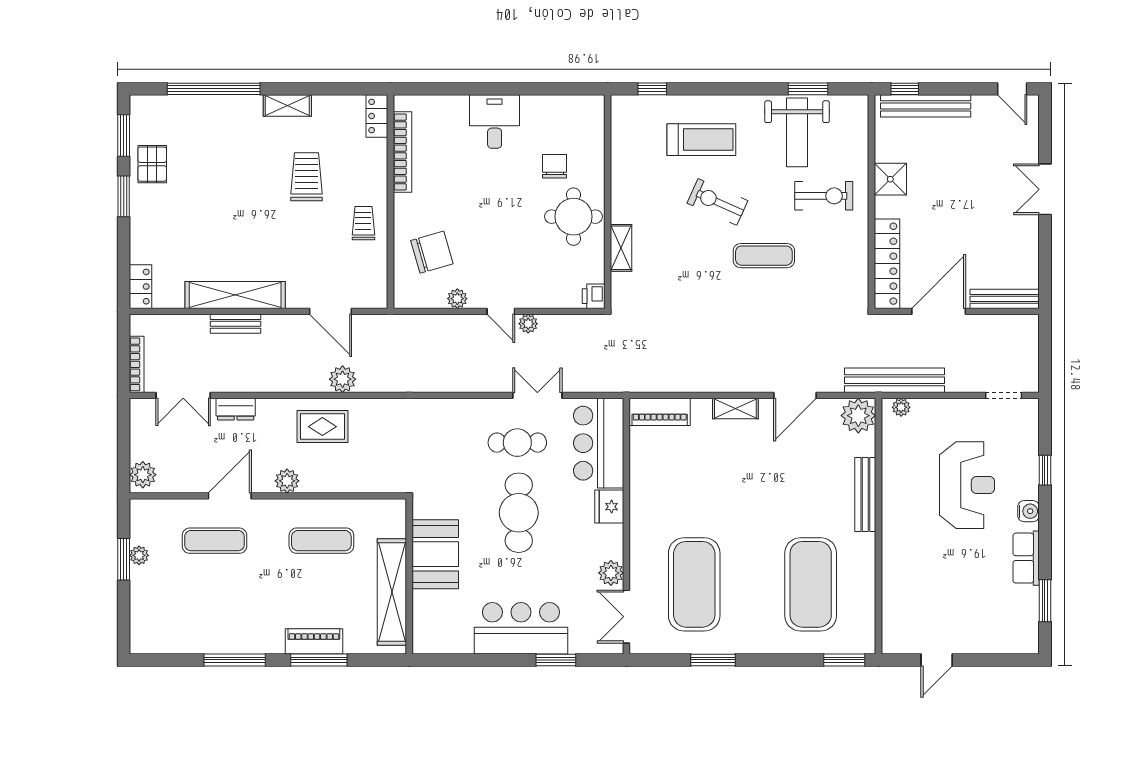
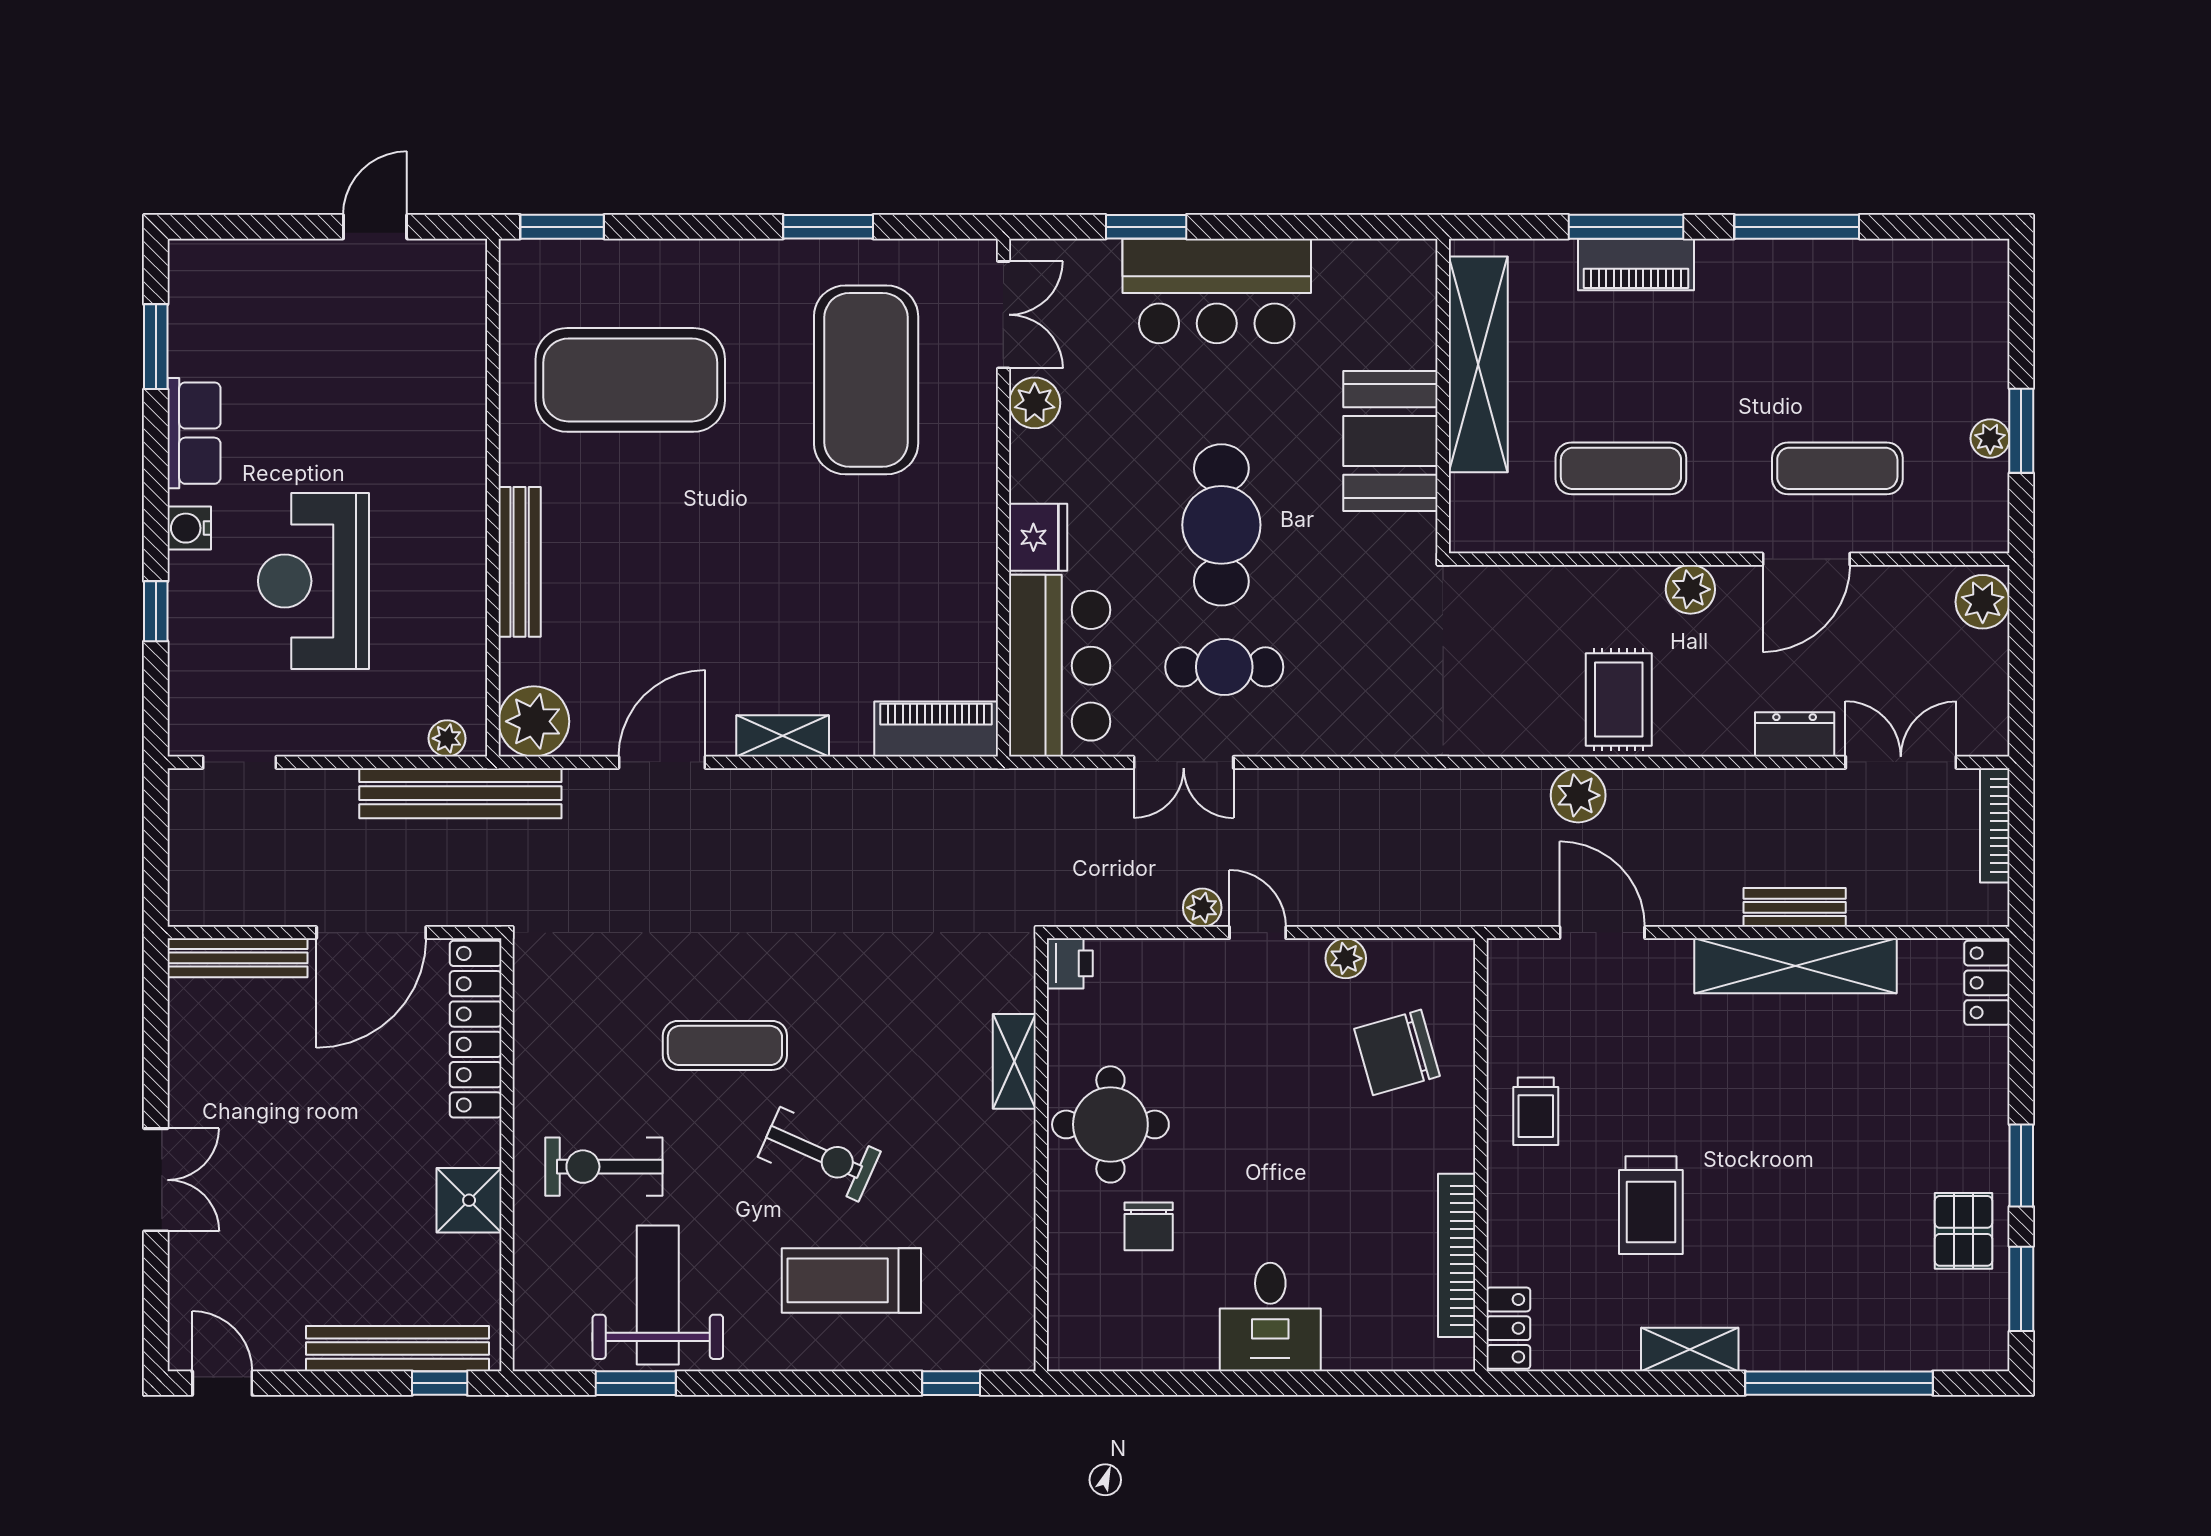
rug: (322, 427) -> (1619, 699), turned 90
exercise mat: (811, 584) -> (630, 380), turned 90

